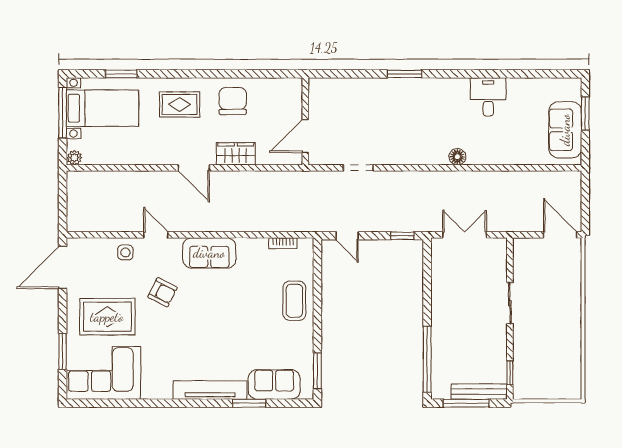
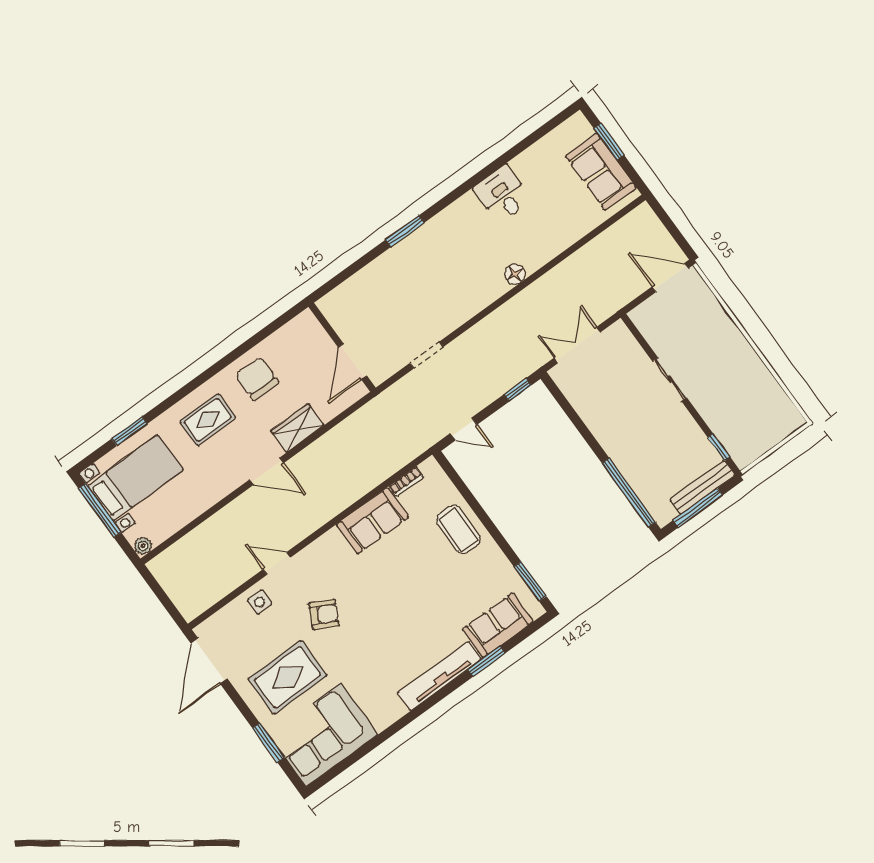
sofa: (209, 253) -> (372, 521), moved

